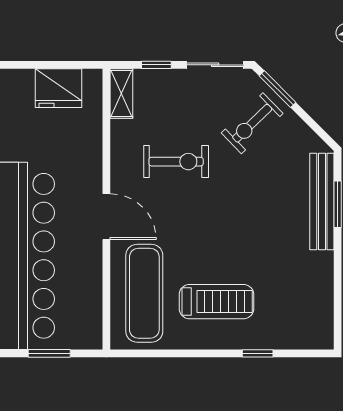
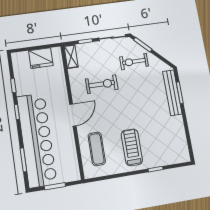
exercise bike: (252, 123) -> (134, 62), turned 44
door: (106, 217) -> (73, 115), hinge flipped
exercise mat: (144, 293) -> (97, 149), width x0.73, depth x0.69
treadmill: (216, 302) -> (132, 147), turned -90

